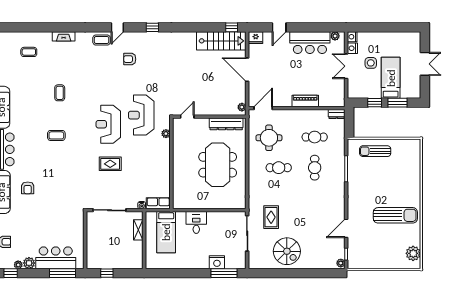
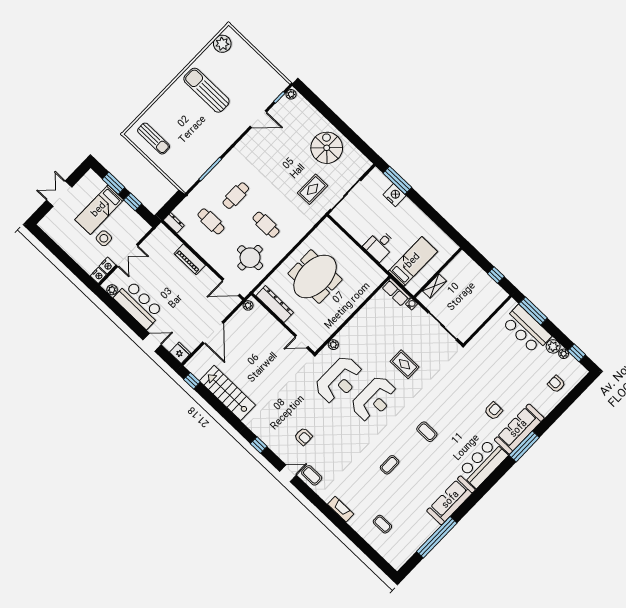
stairs: (221, 41) -> (227, 393), moved
sun lounger: (375, 151) -> (154, 139), moved

